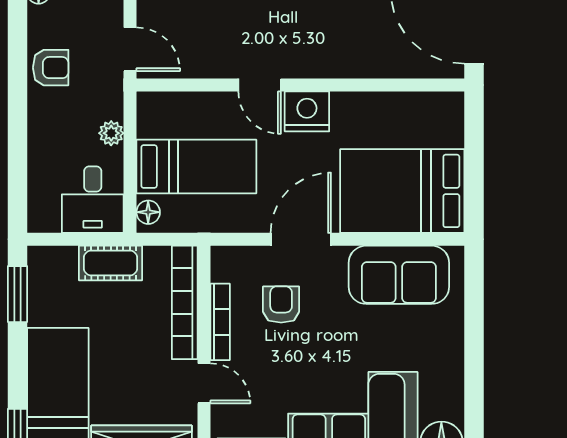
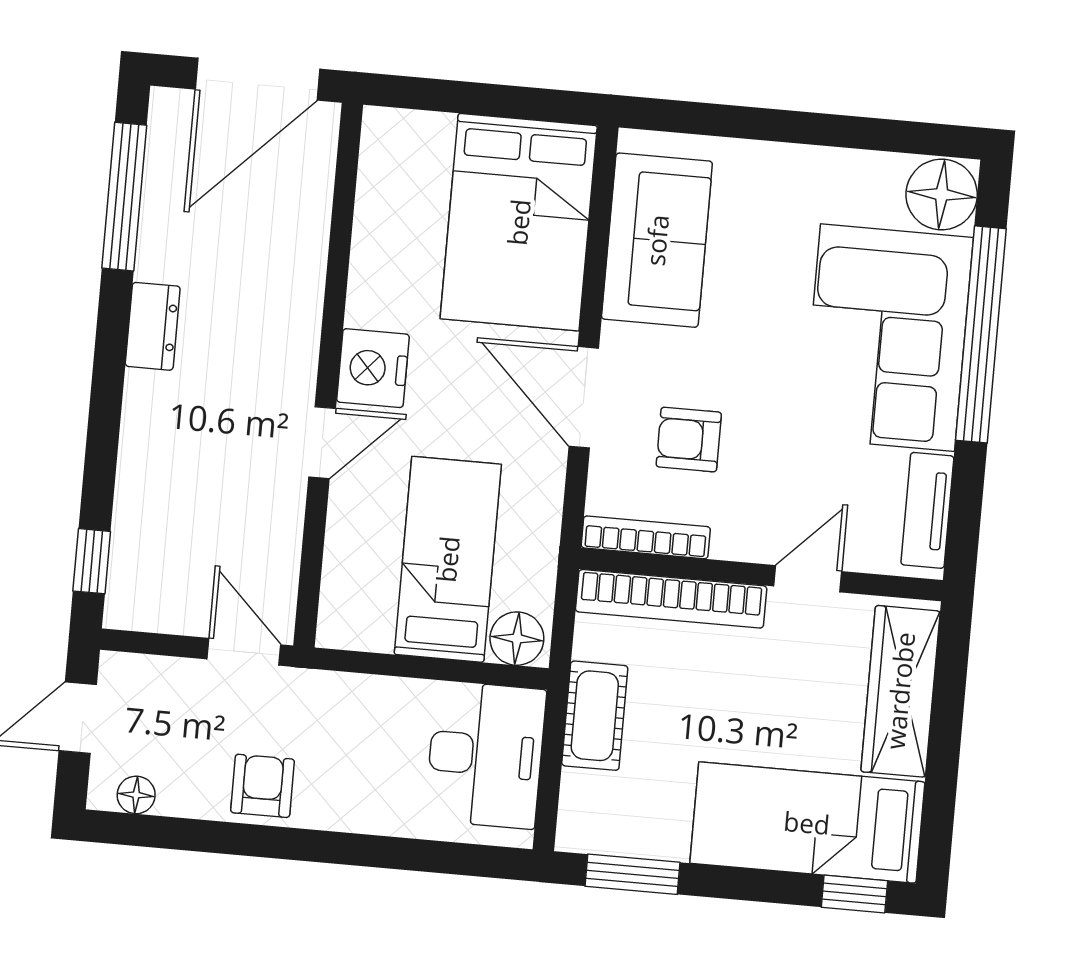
door: (130, 49) -> (244, 652), hinge flipped
plant: (111, 133) -> (380, 695), removed
desk: (93, 200) -> (485, 755), width x1.37
floor lamp: (148, 212) -> (517, 639), width x1.37, depth x1.37
bookcase: (220, 322) -> (646, 537), moved

